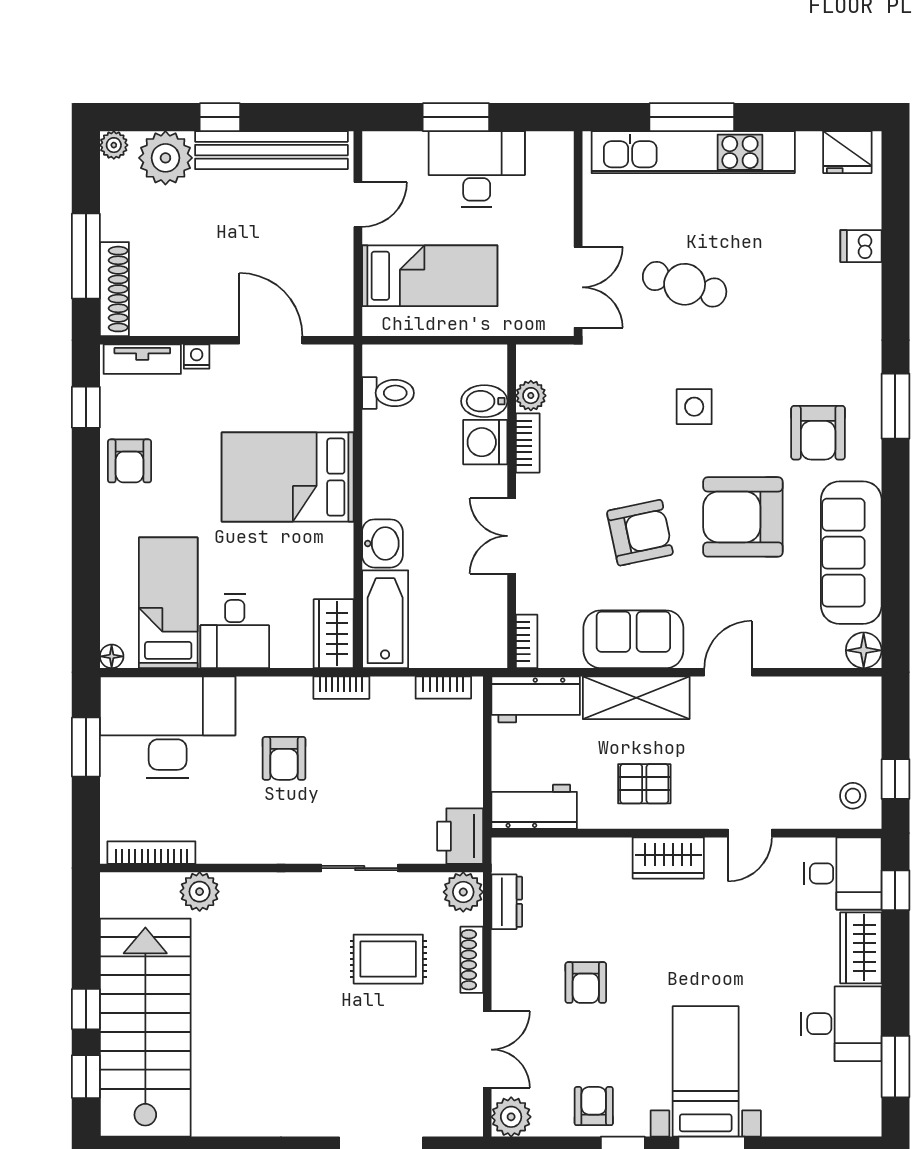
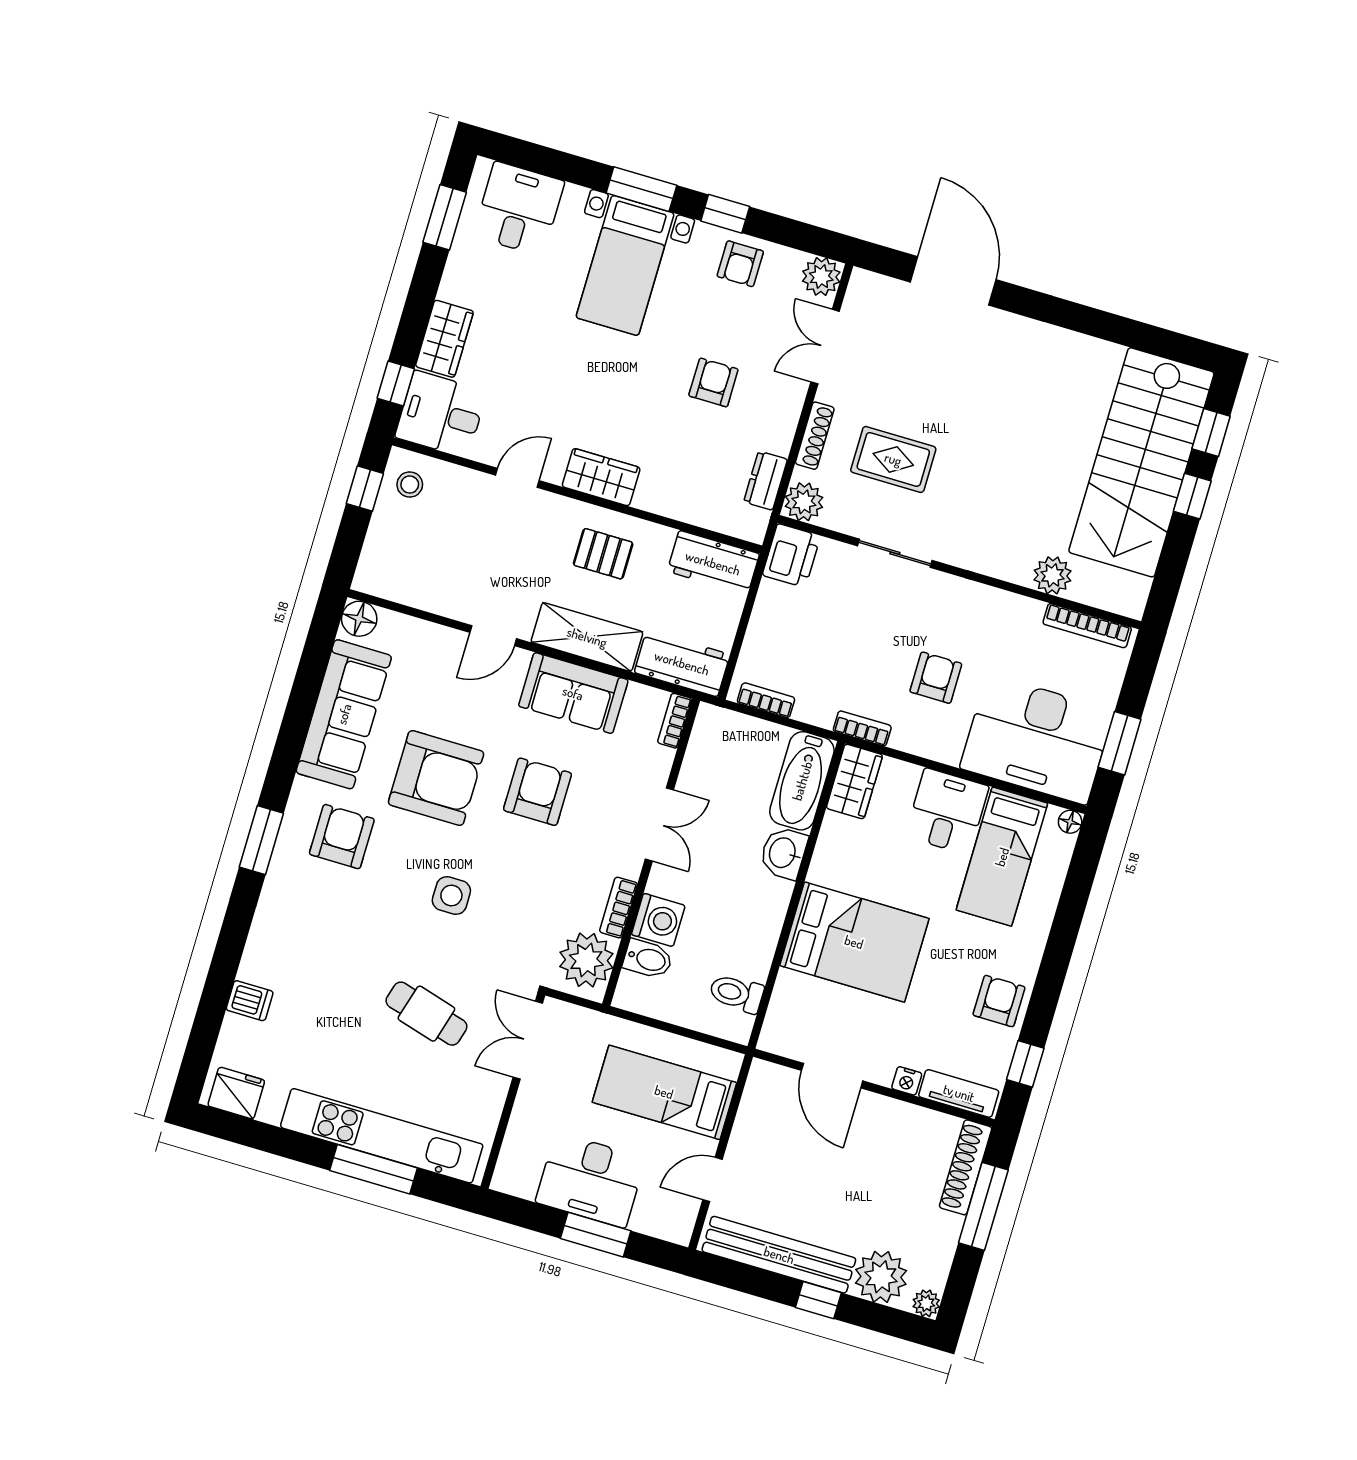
plant: (531, 396) -> (586, 960), width x1.87, depth x1.87
armchair: (640, 533) -> (538, 792), turned 102
desk: (841, 1024) -> (519, 209), moved, turned 90

